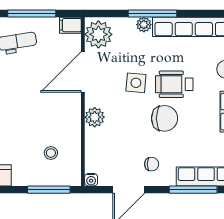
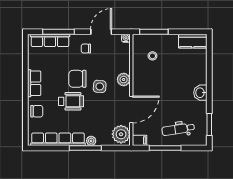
side table: (136, 83) -> (100, 86), moved

